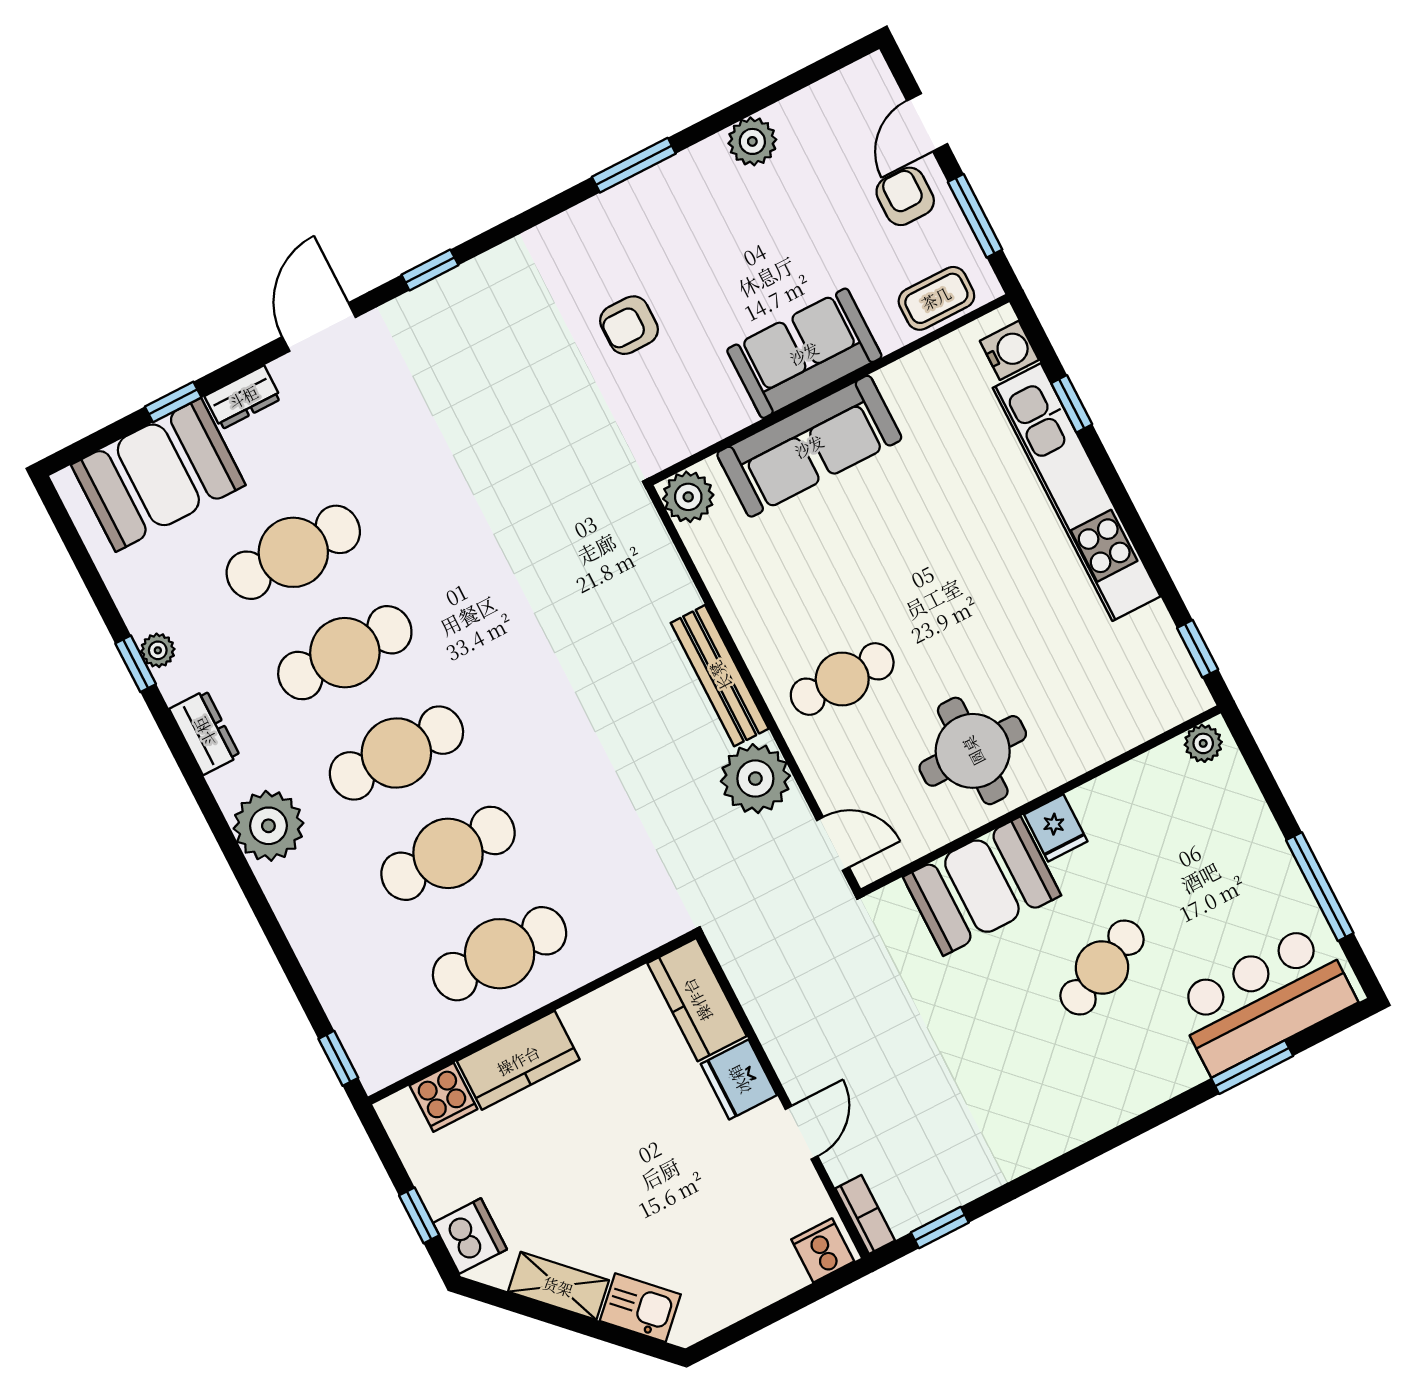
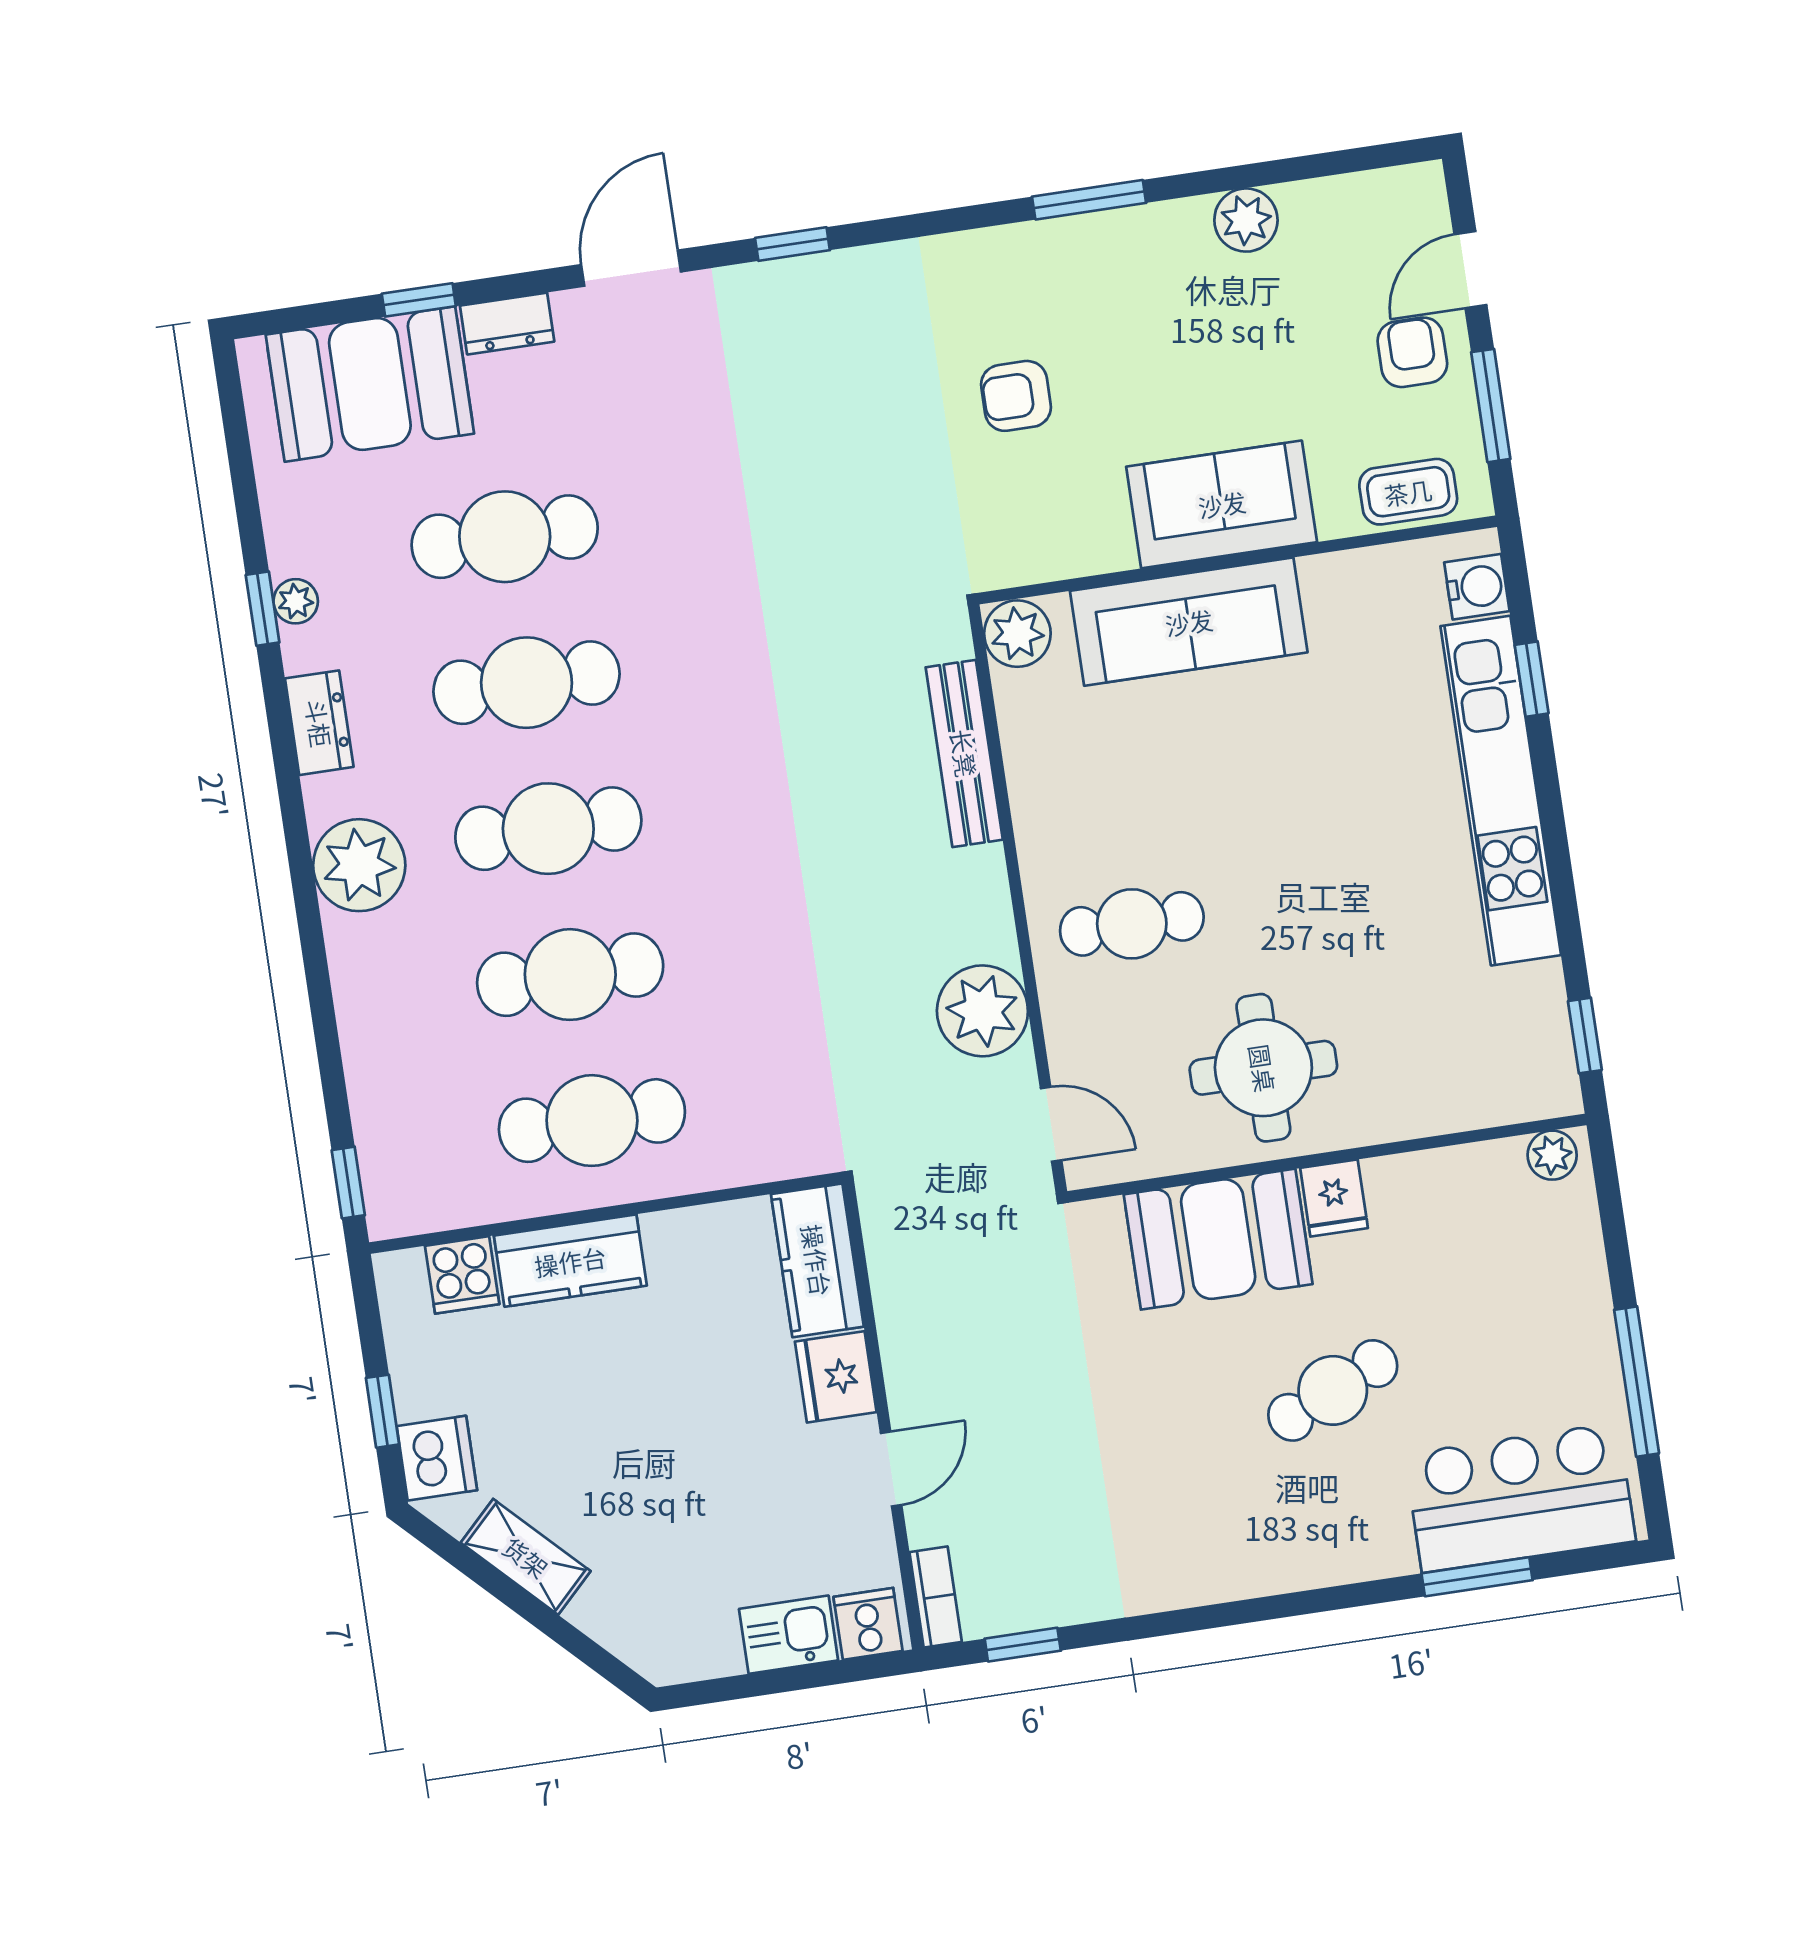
bench: (720, 676) -> (964, 753), moved
kitchen sink: (640, 1308) -> (789, 1635), moved, turned -45

